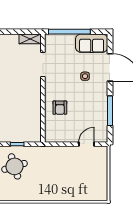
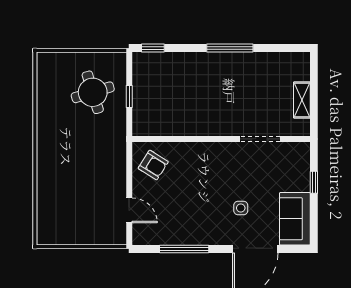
window: (69, 32) -> (314, 182), width x0.32
shelving: (30, 39) -> (302, 100), moved
armchair: (60, 108) -> (153, 165), moved, turned -148

